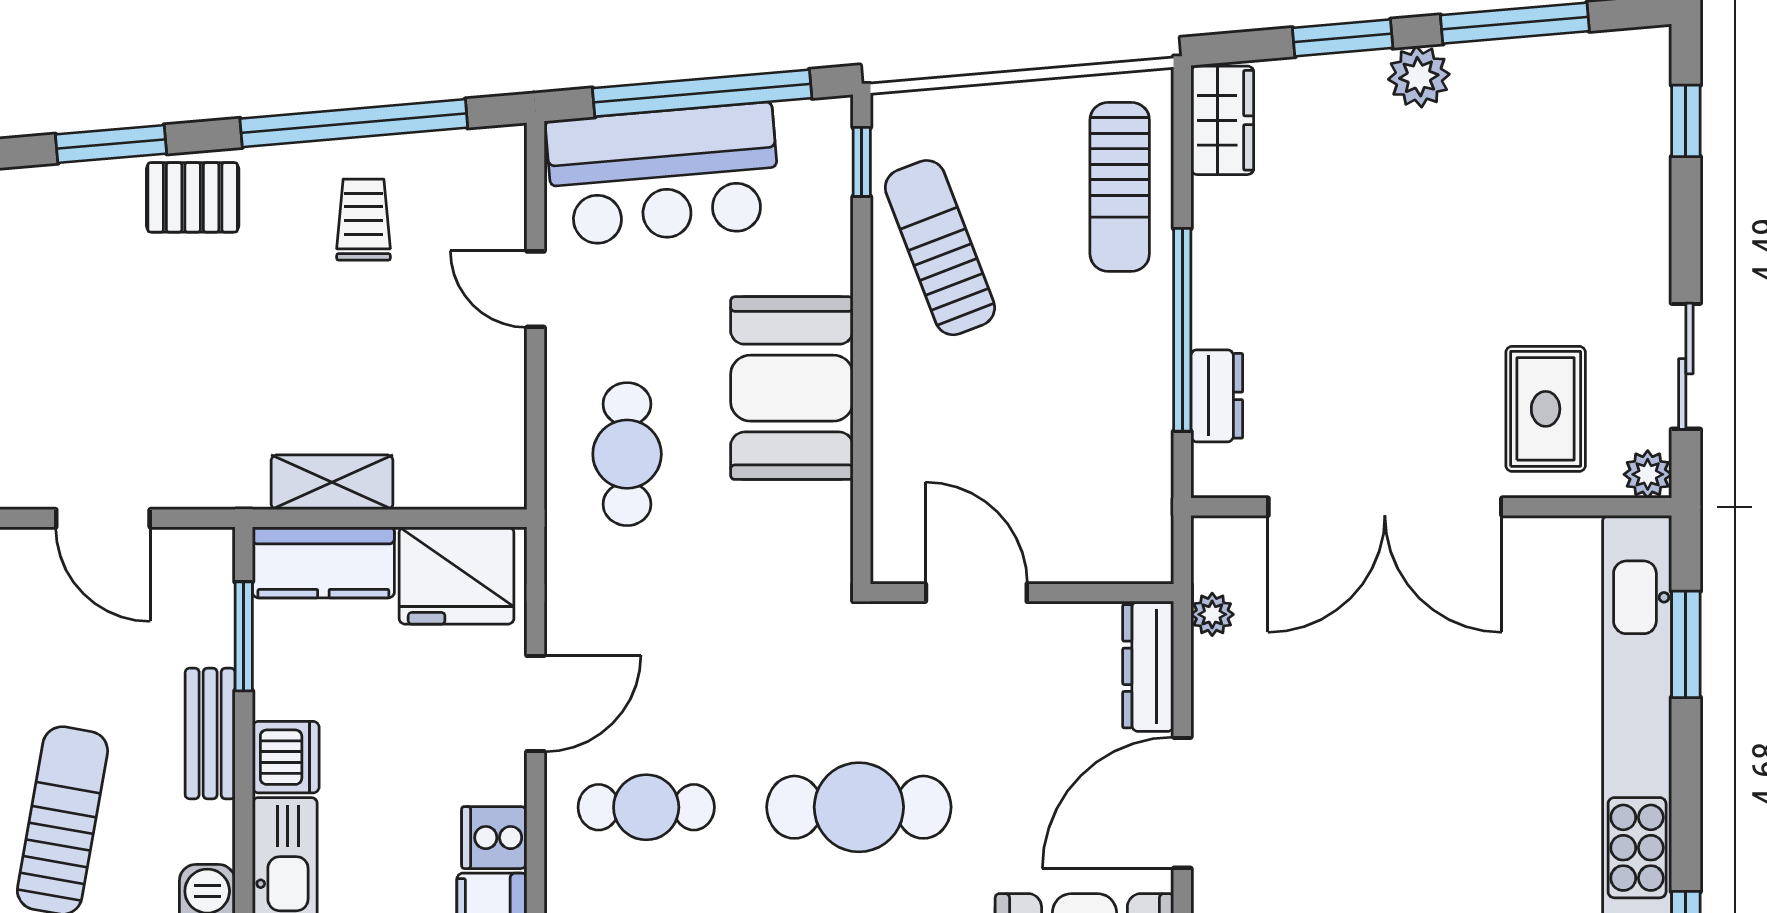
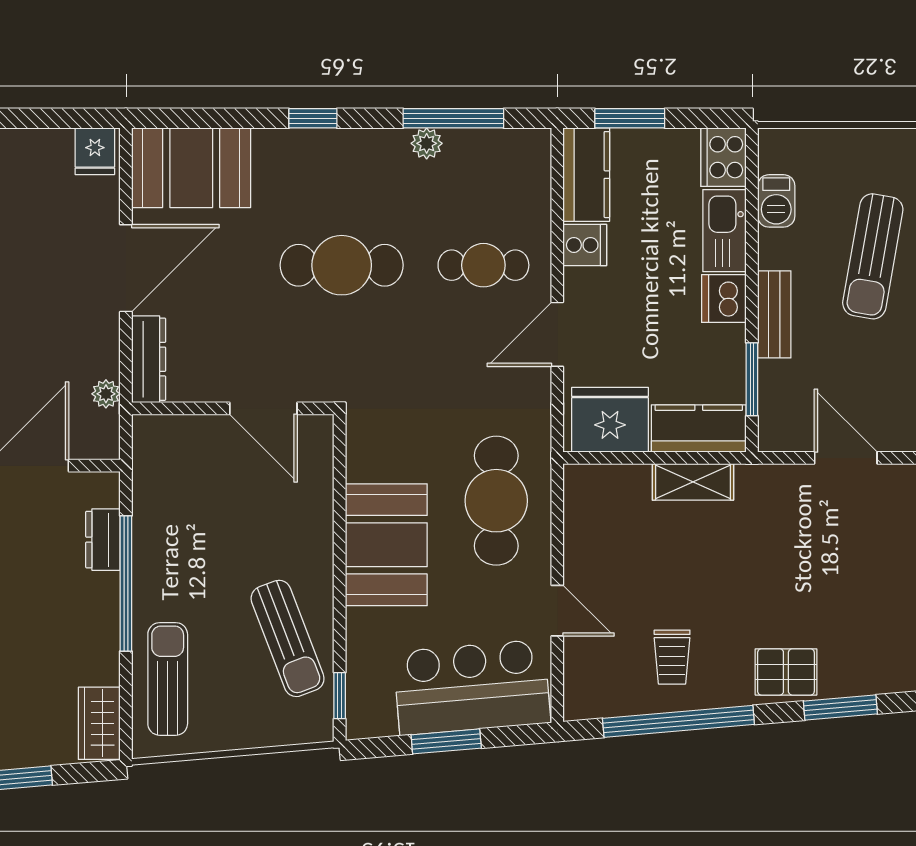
window: (702, 93) -> (446, 741), width x0.47
cafe table: (627, 454) -> (496, 501), width x1.37, depth x1.35

